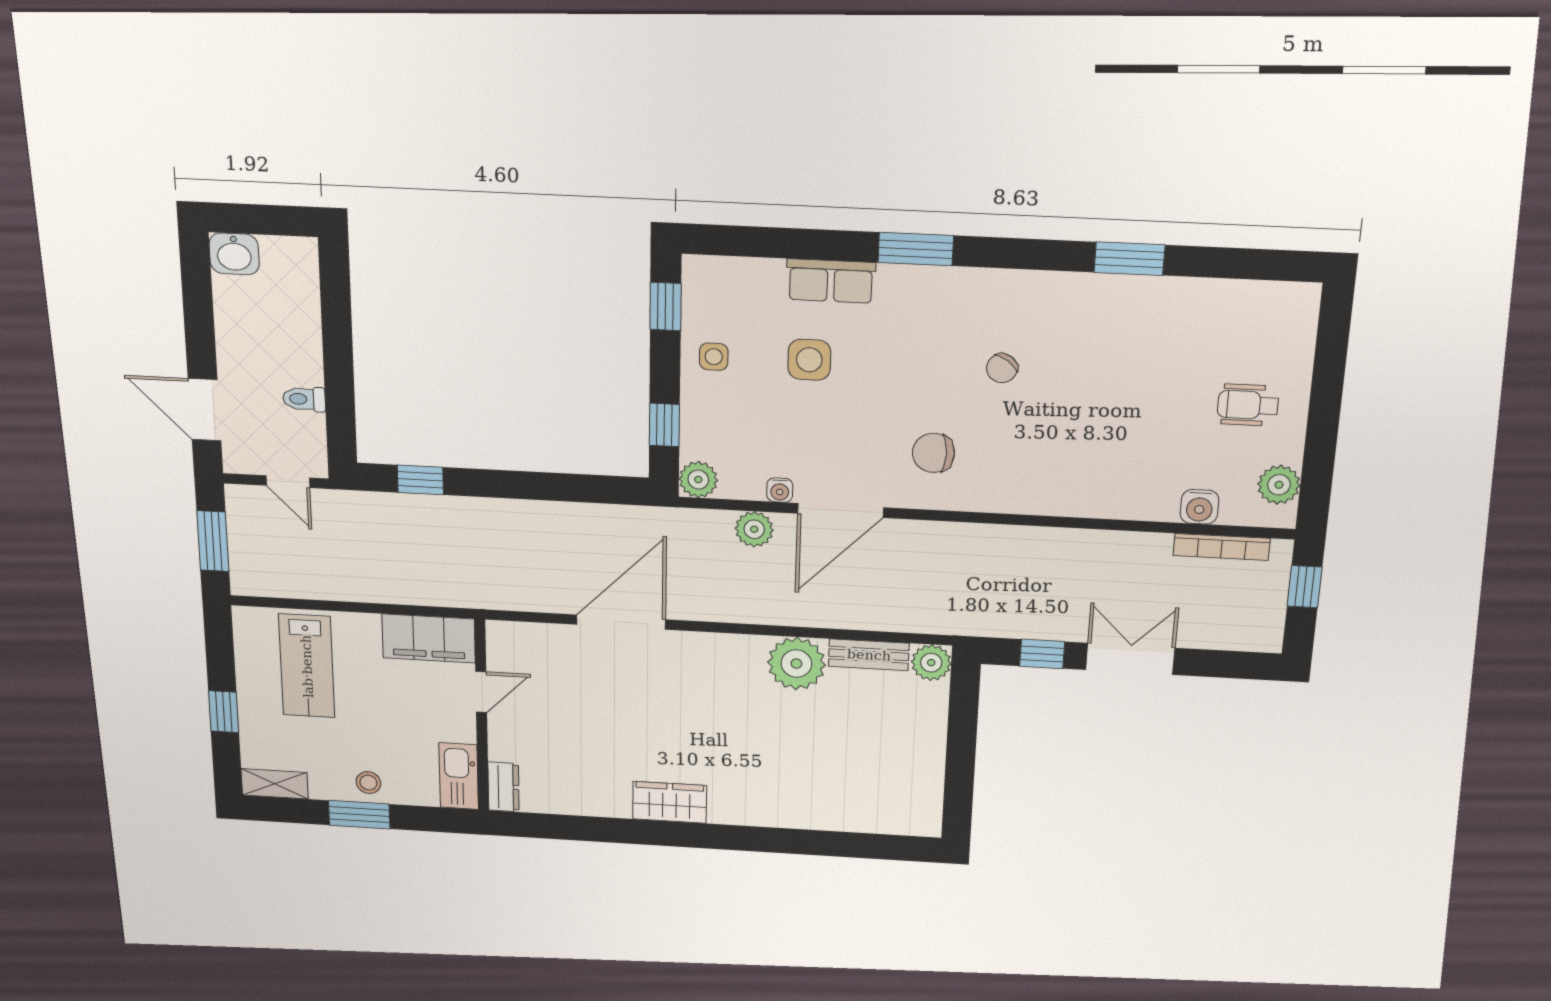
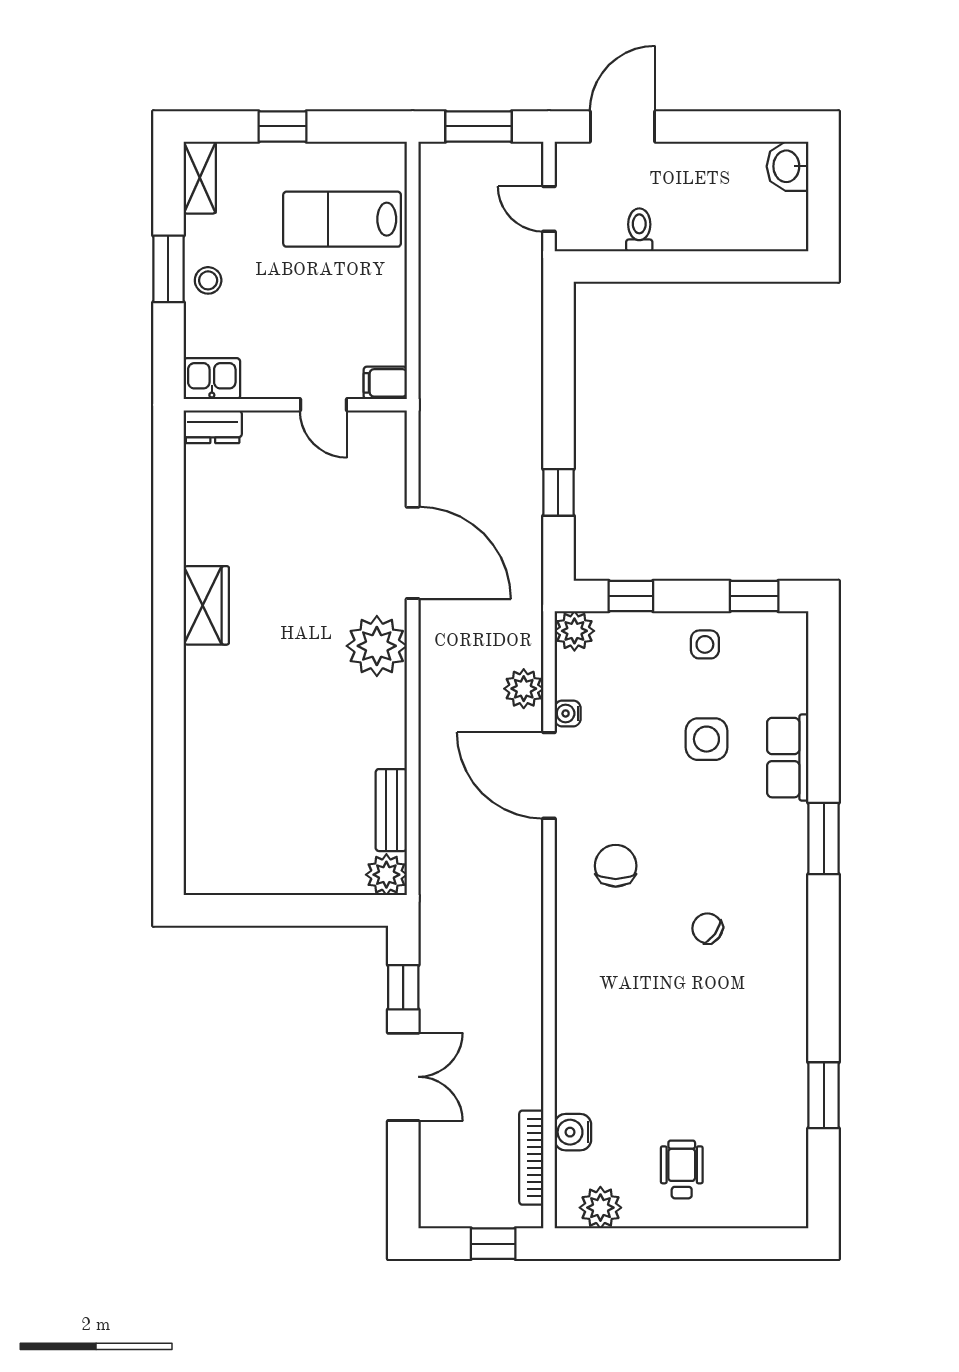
window: (1129, 259) -> (824, 1095), moved
window: (420, 480) -> (558, 492), moved
door: (288, 482) -> (549, 209), hinge flipped
filing cabinet: (429, 638) -> (385, 383), width x0.33, depth x0.86
plant: (796, 664) -> (377, 646), moved
kitchen sink: (459, 776) -> (212, 379), width x0.73

